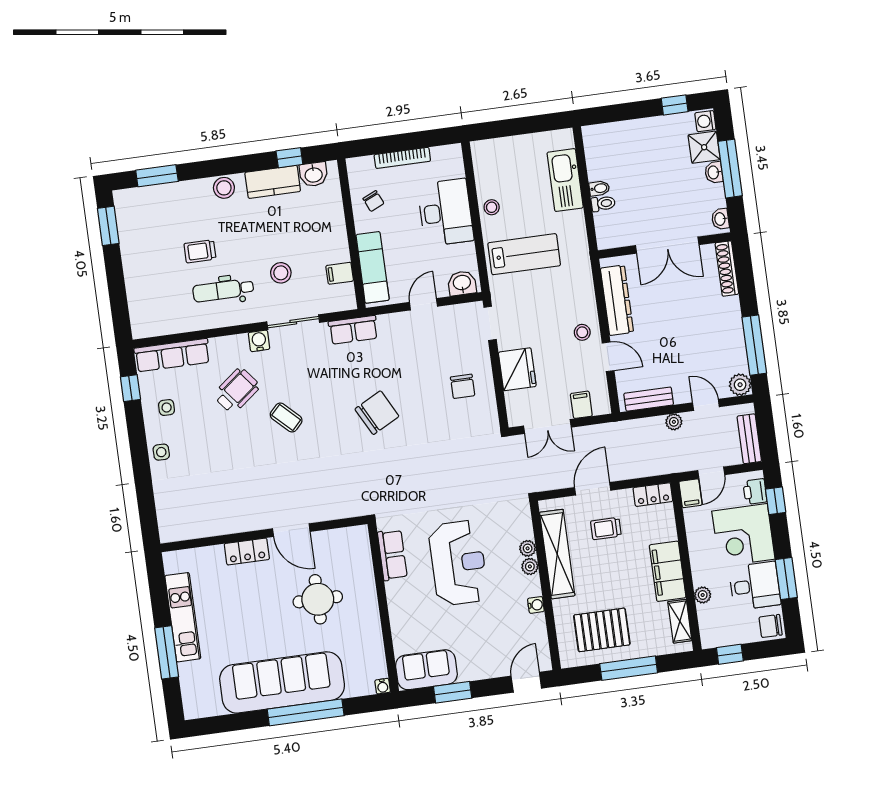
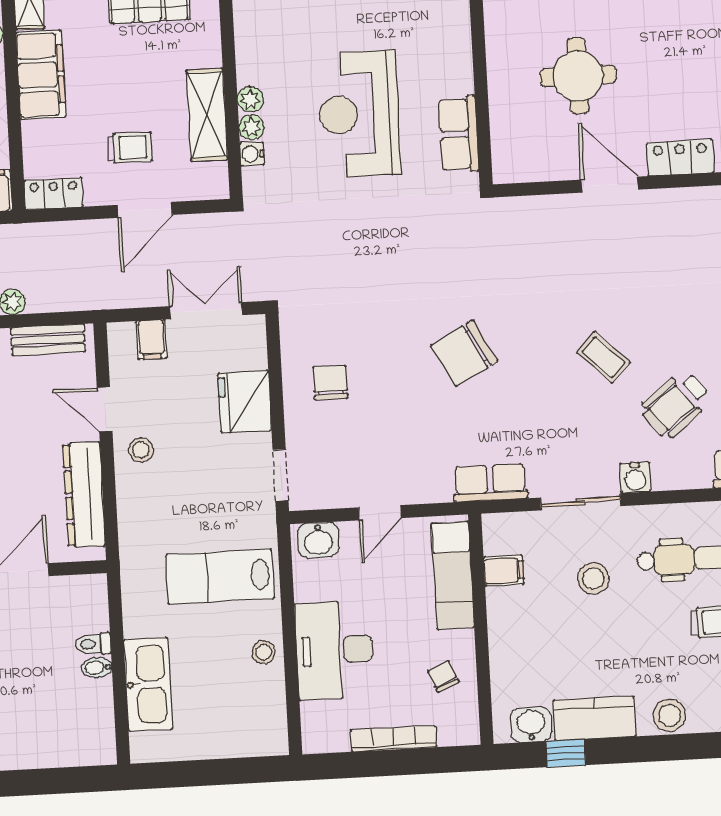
shelving: (557, 554) -> (207, 115), width x0.68
water cooler: (536, 605) -> (252, 154), moved

